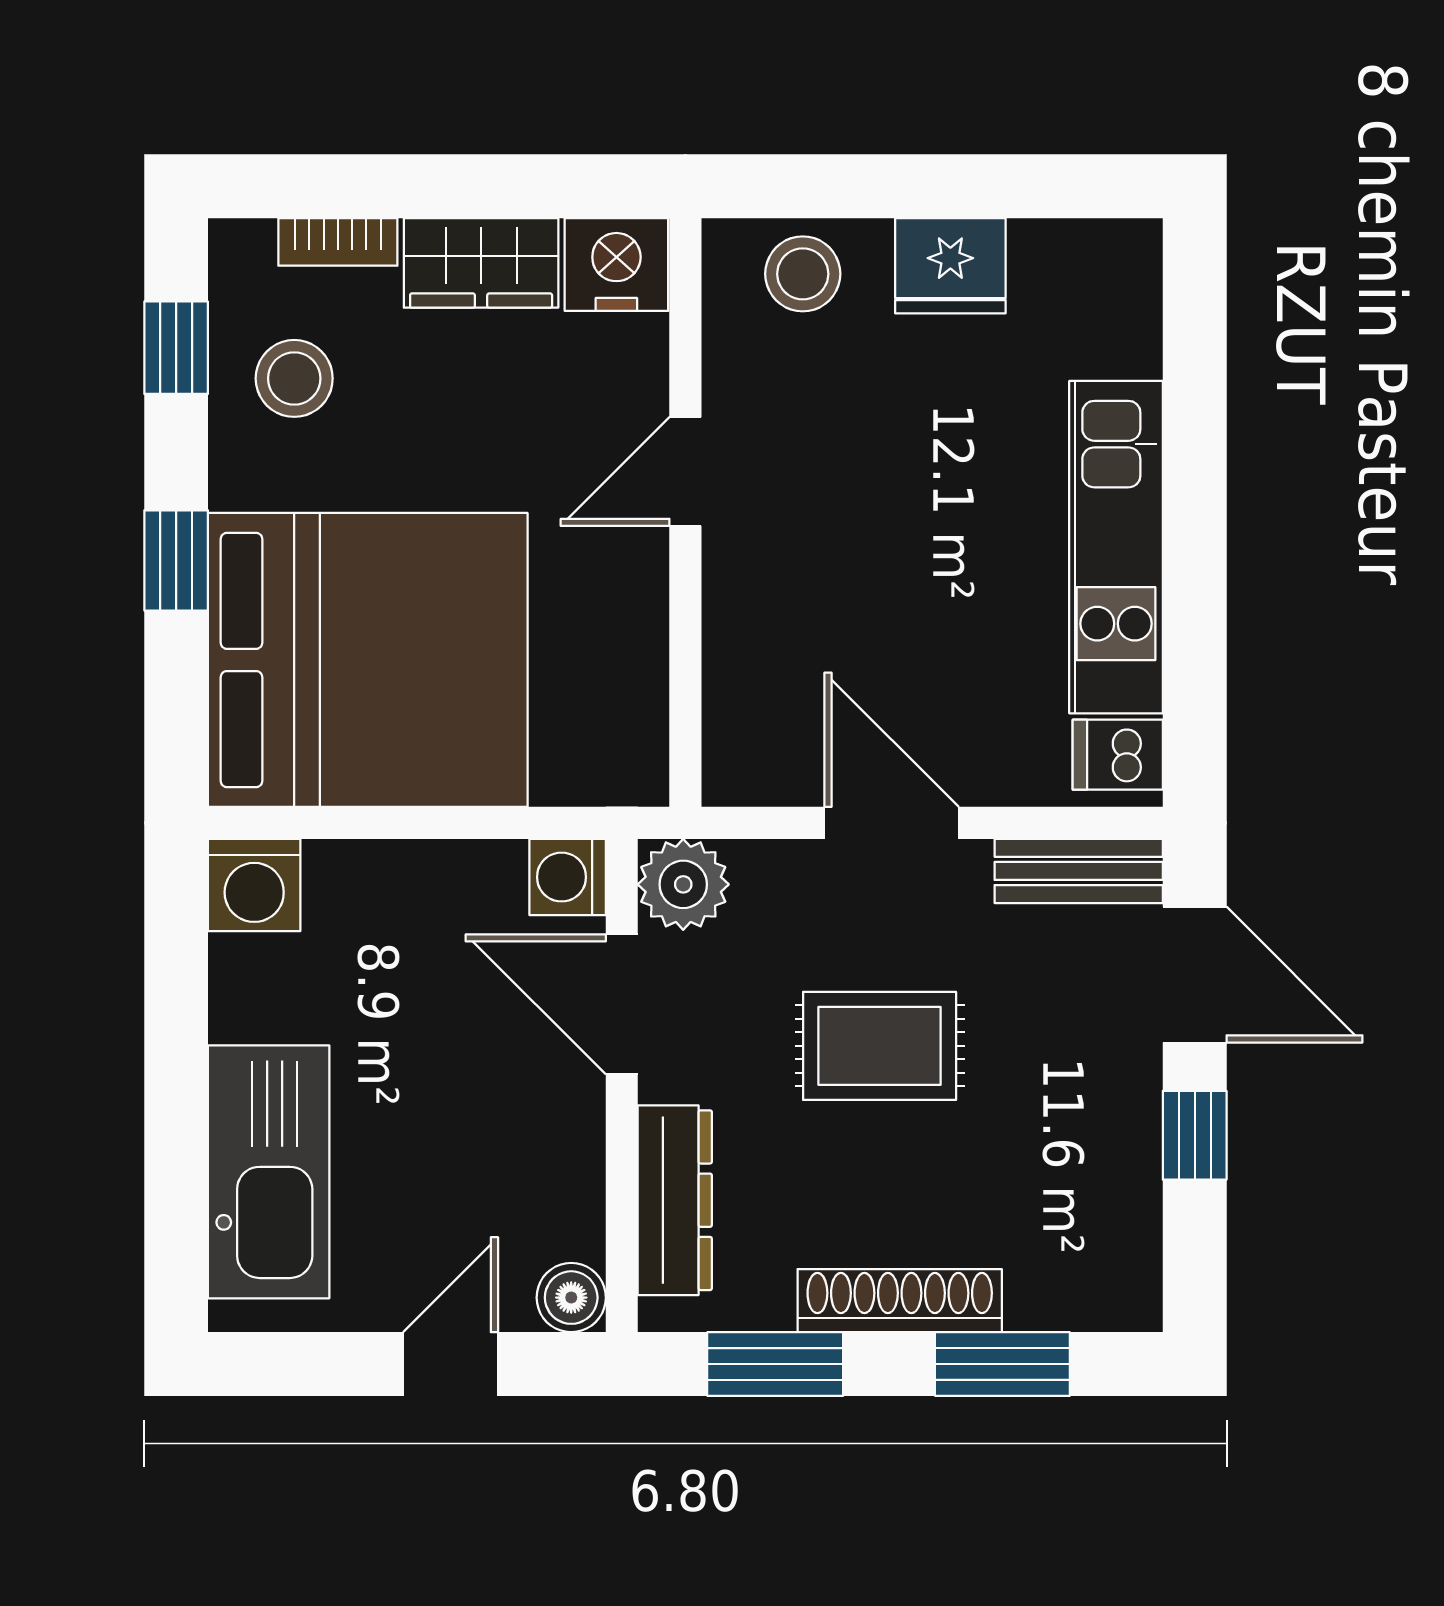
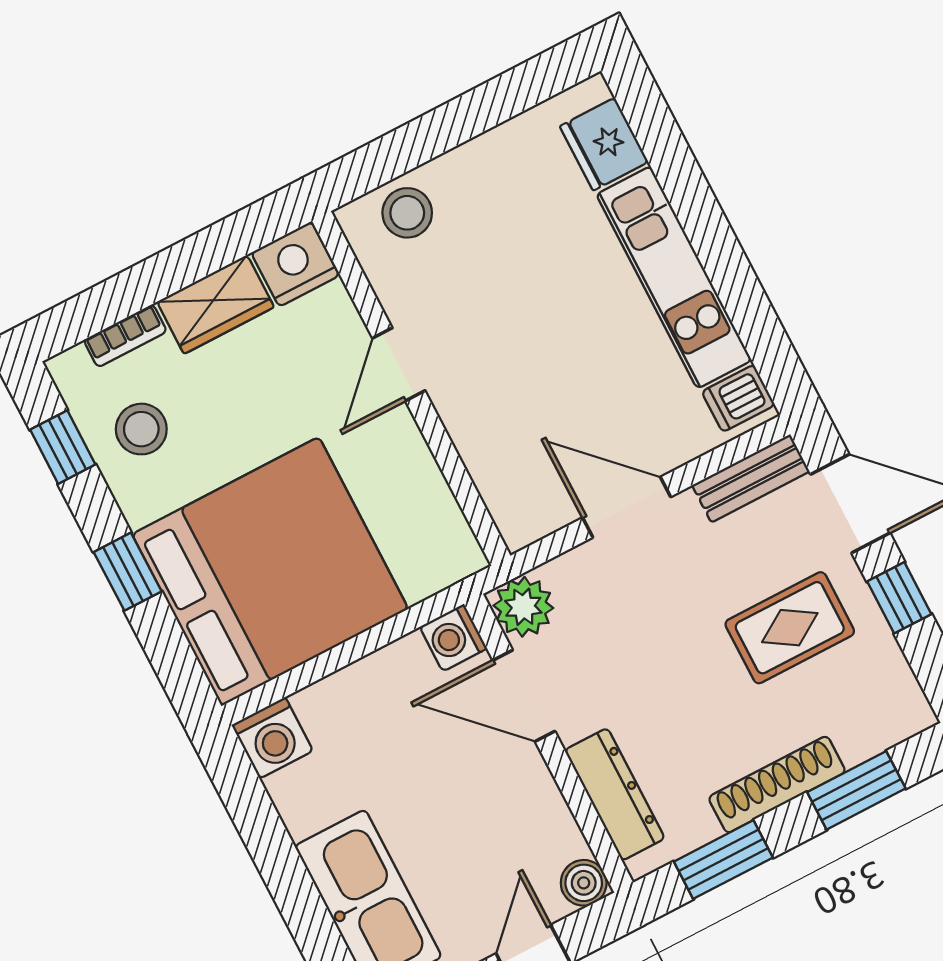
fridge: (950, 266) -> (604, 144), moved, turned 90
rug: (880, 1046) -> (790, 628), moved

